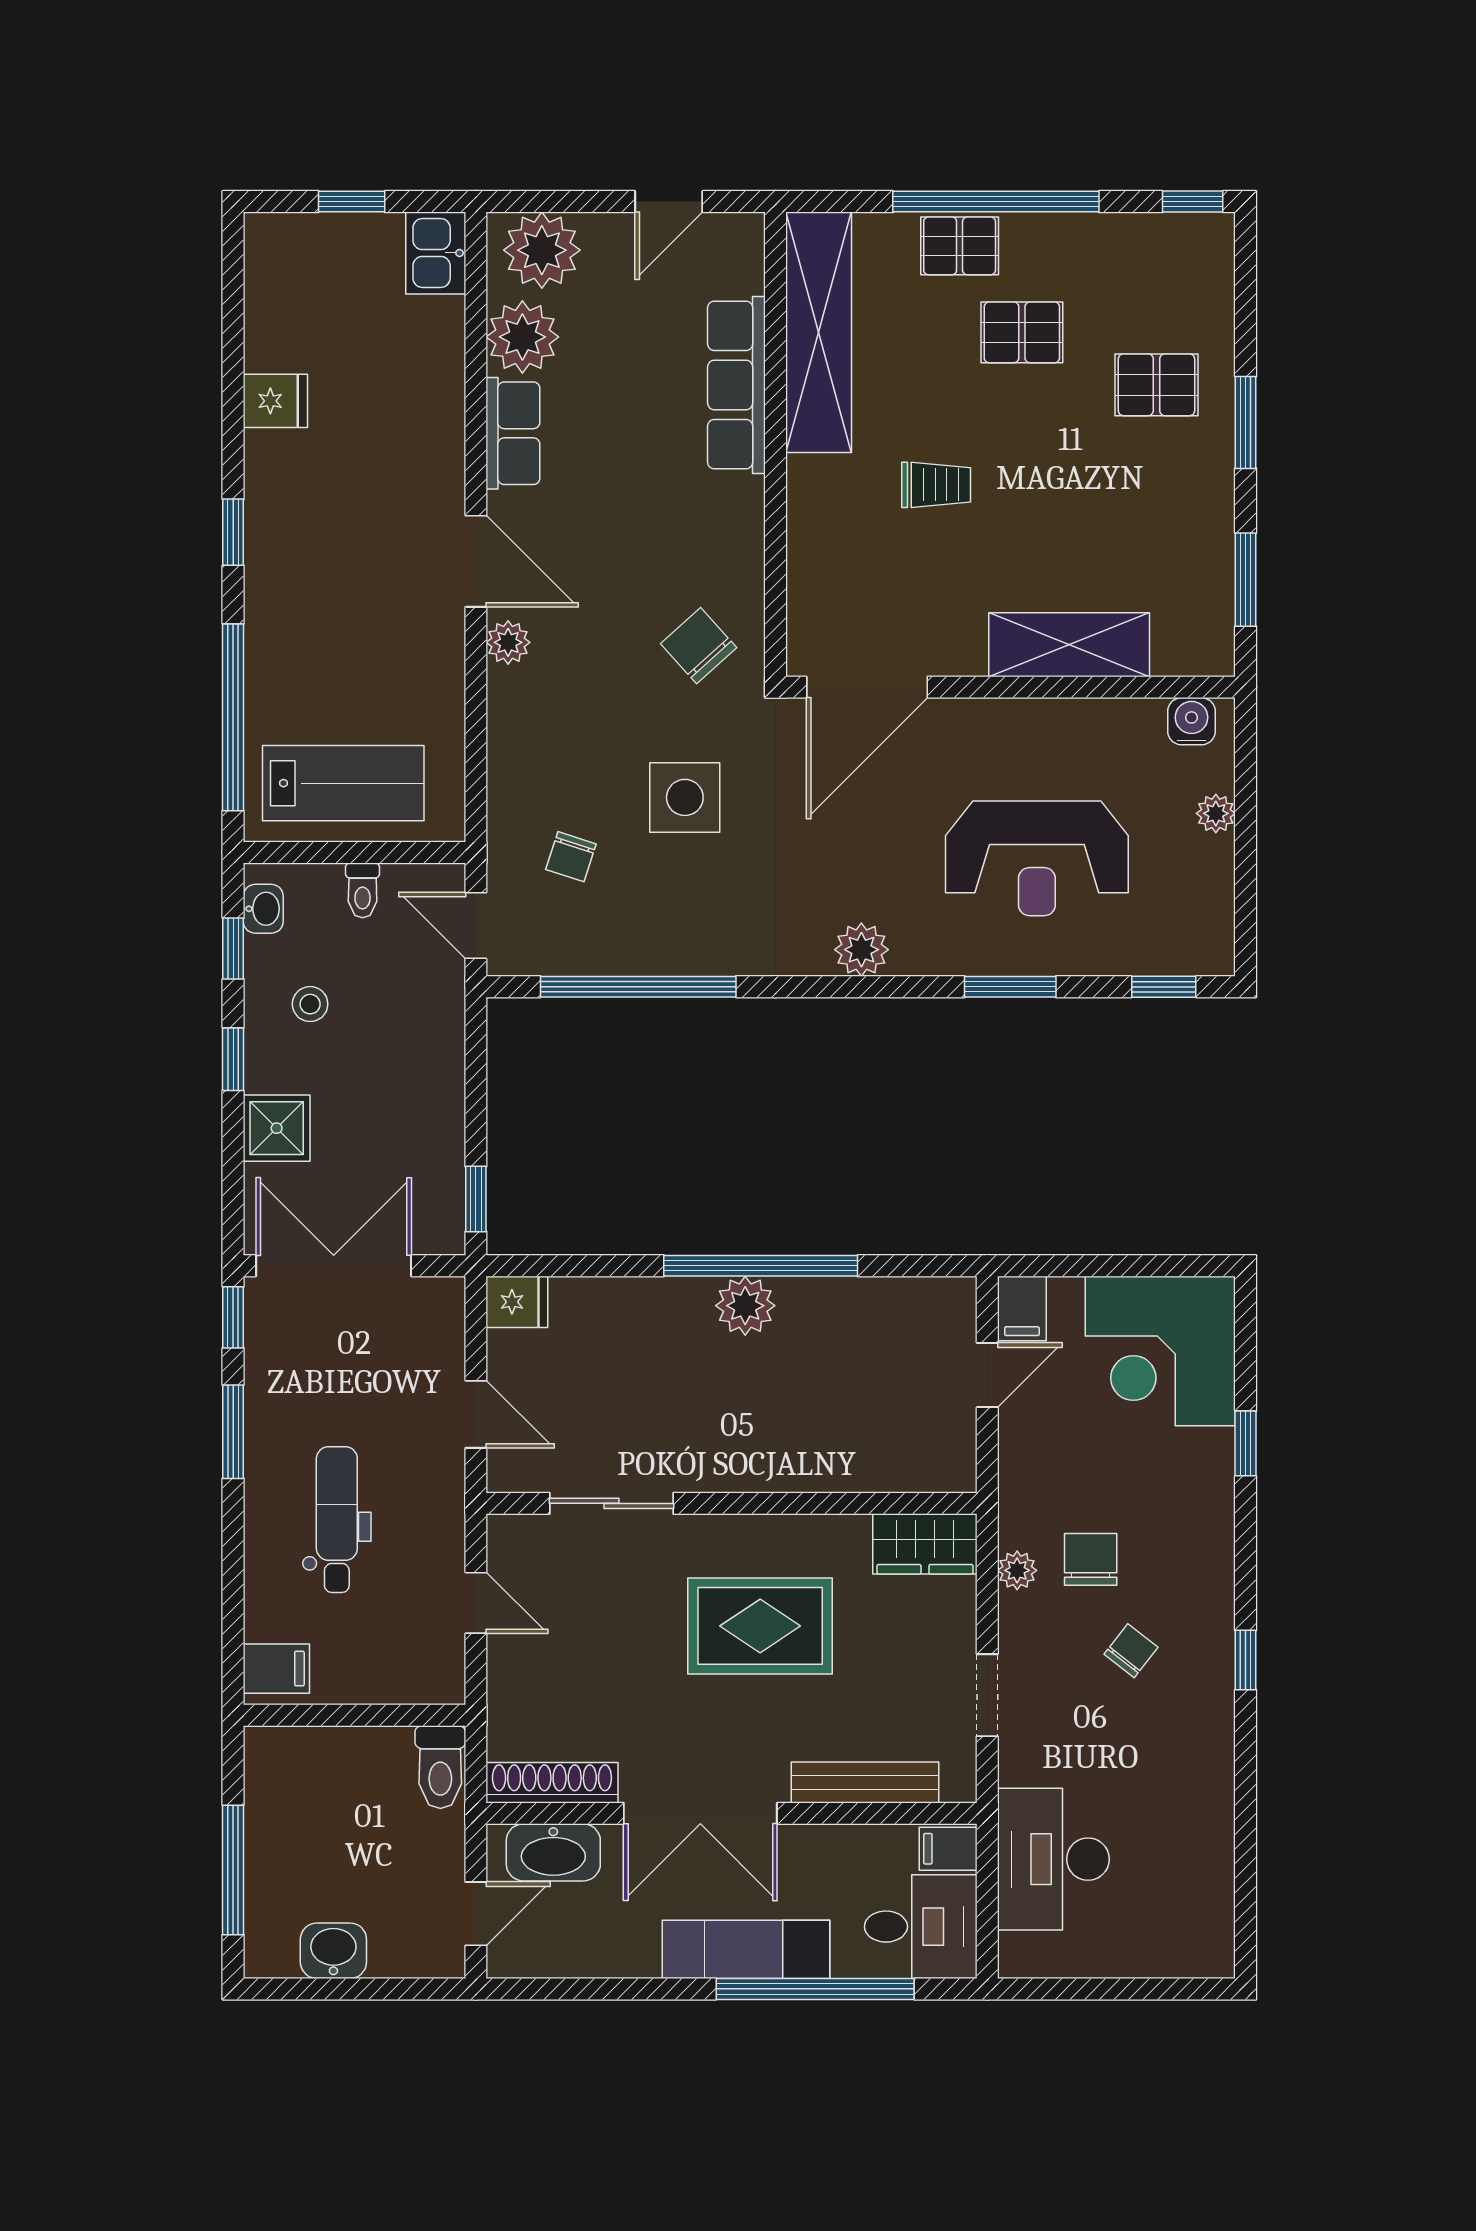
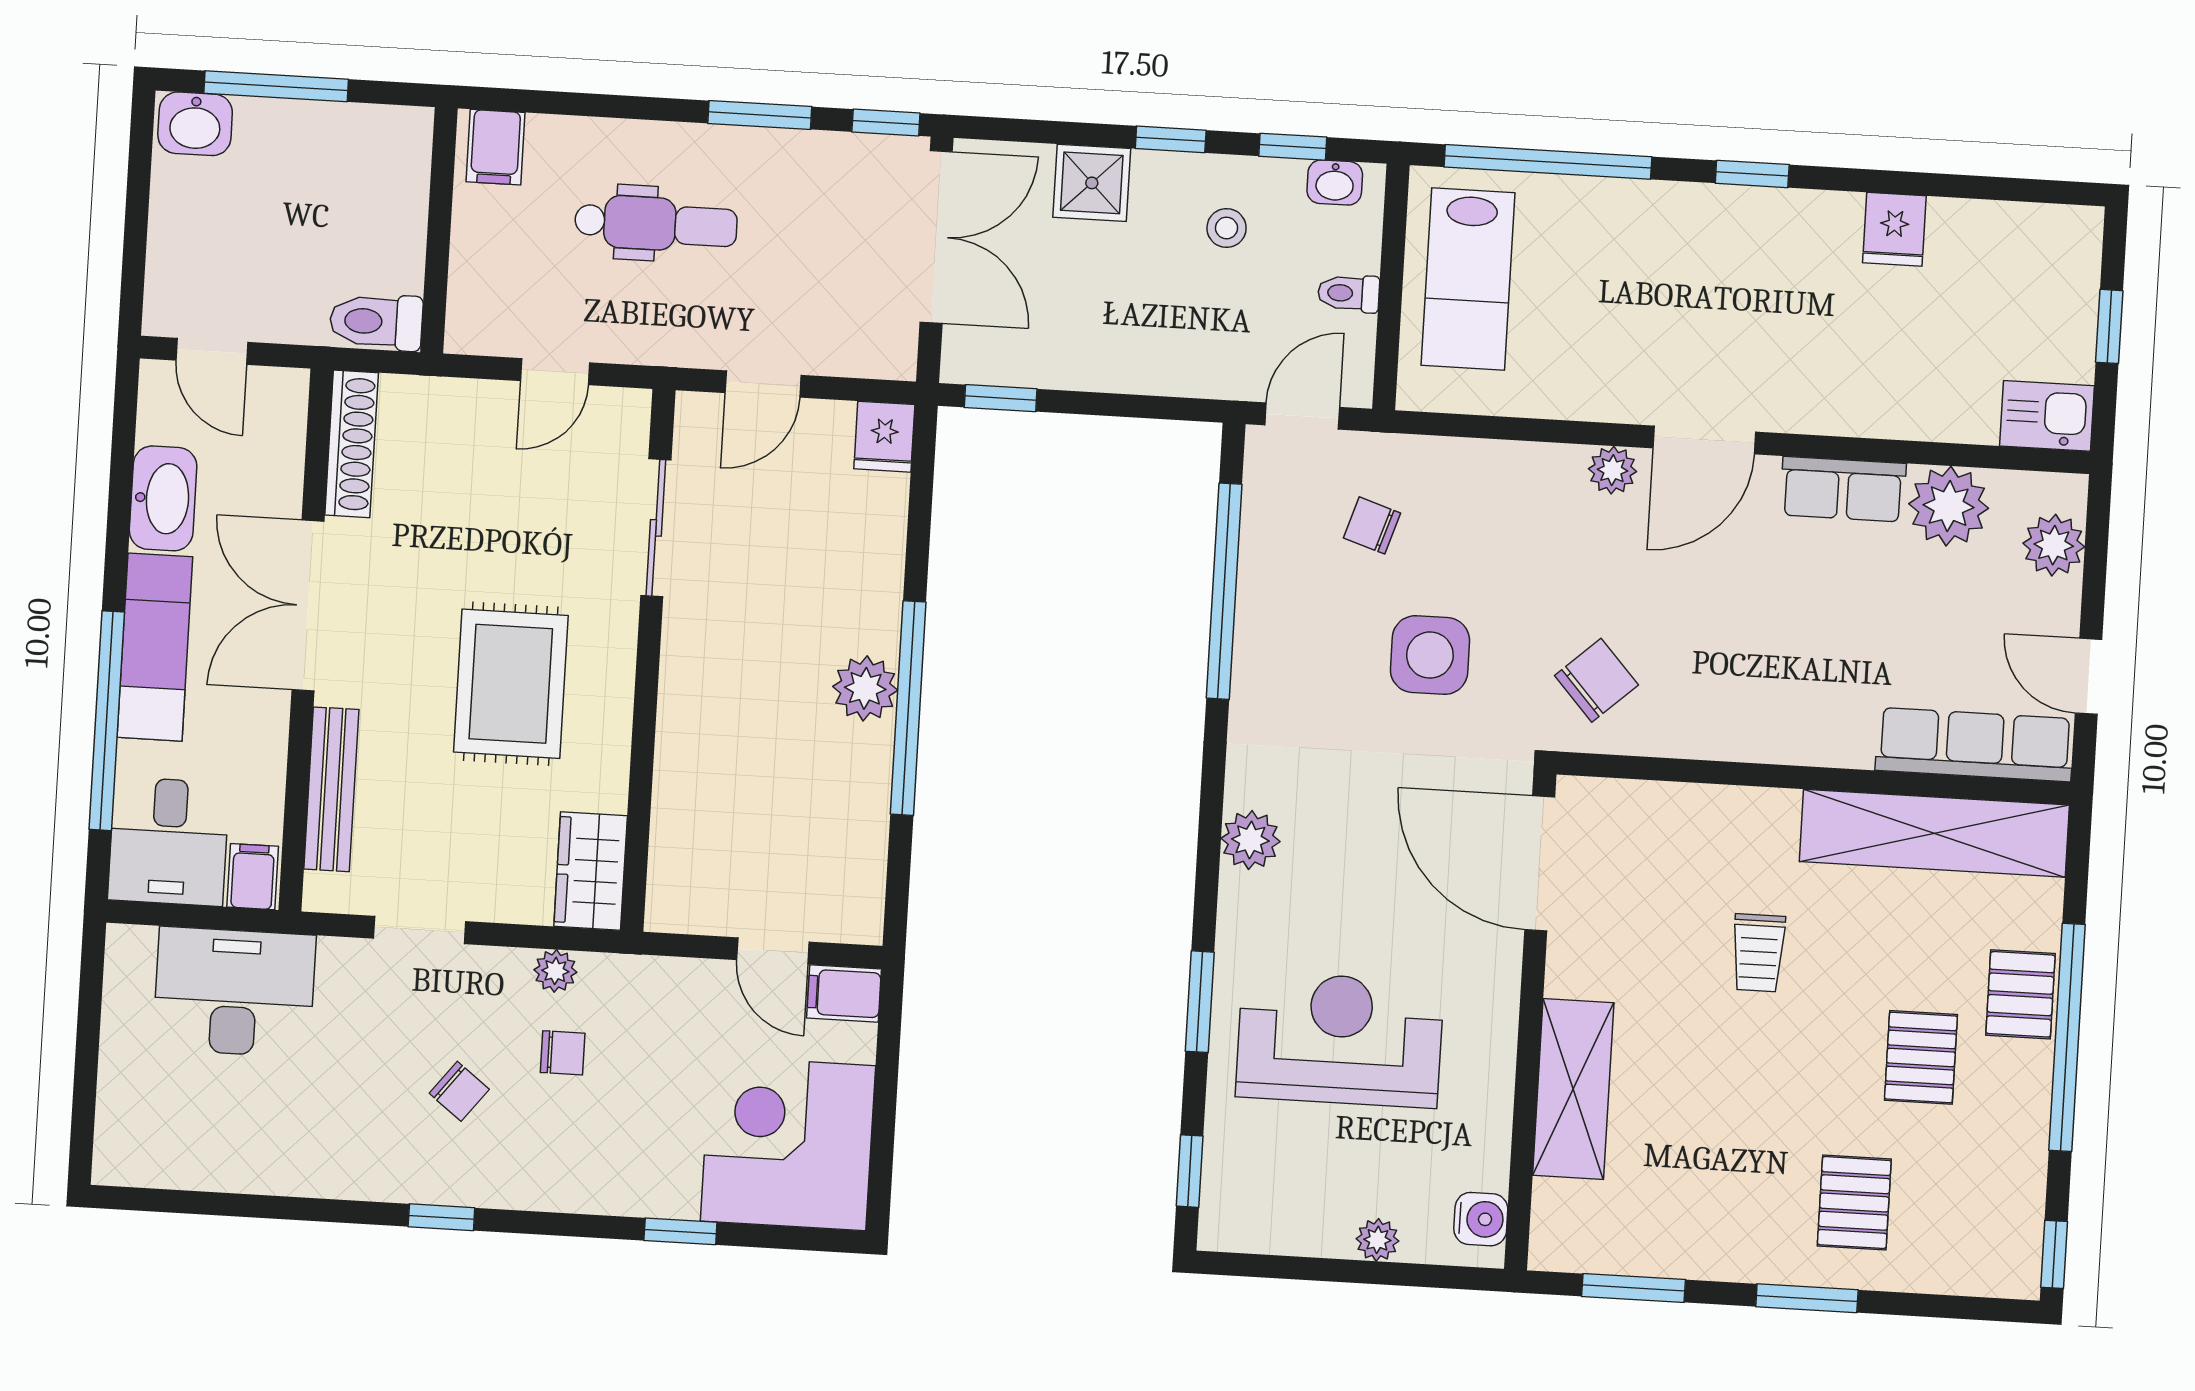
plant: (542, 250) -> (2054, 545), width x0.73, depth x0.73
row of seats: (736, 385) -> (1975, 745), moved
reception desk: (1037, 858) -> (1340, 1039), turned 90
chair: (1091, 1559) -> (563, 1053), width x0.73, depth x0.73
washbasin: (553, 1852) -> (163, 498), moved, turned 180
washbasin: (333, 1951) -> (195, 124), moved, turned 90

